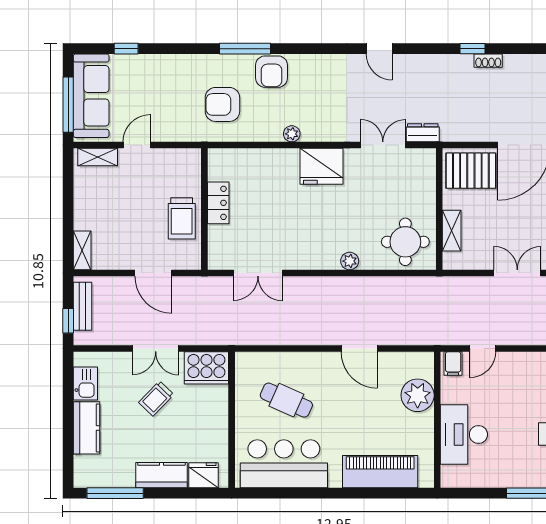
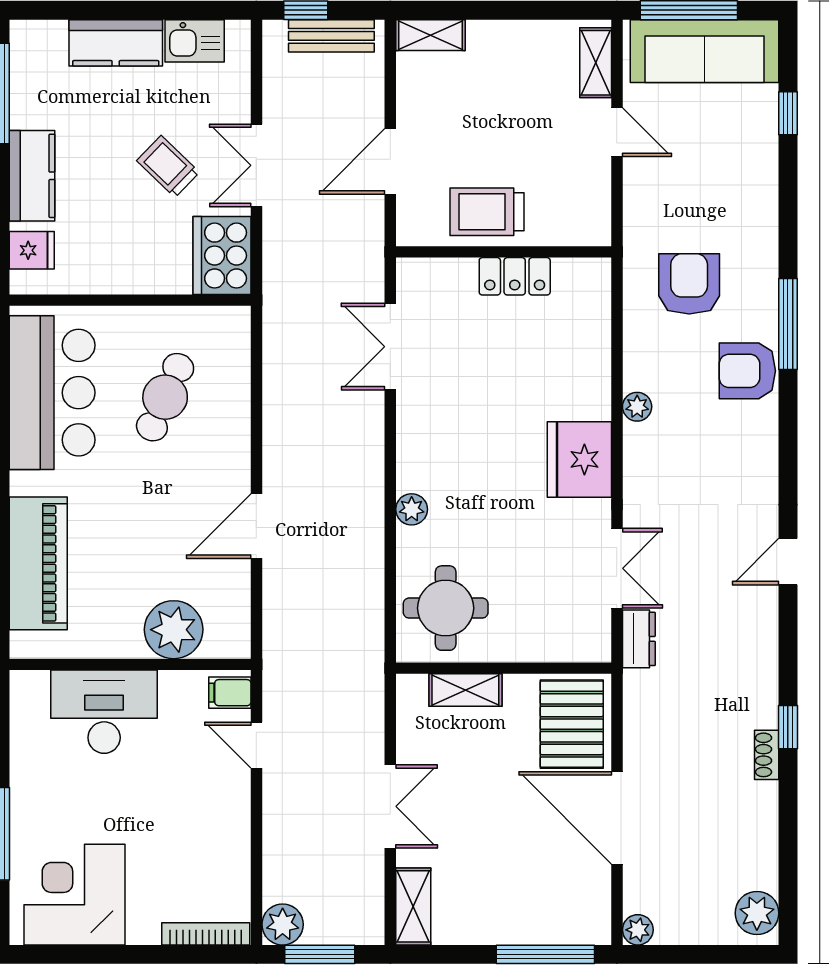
fridge: (203, 475) -> (32, 250), width x0.72

